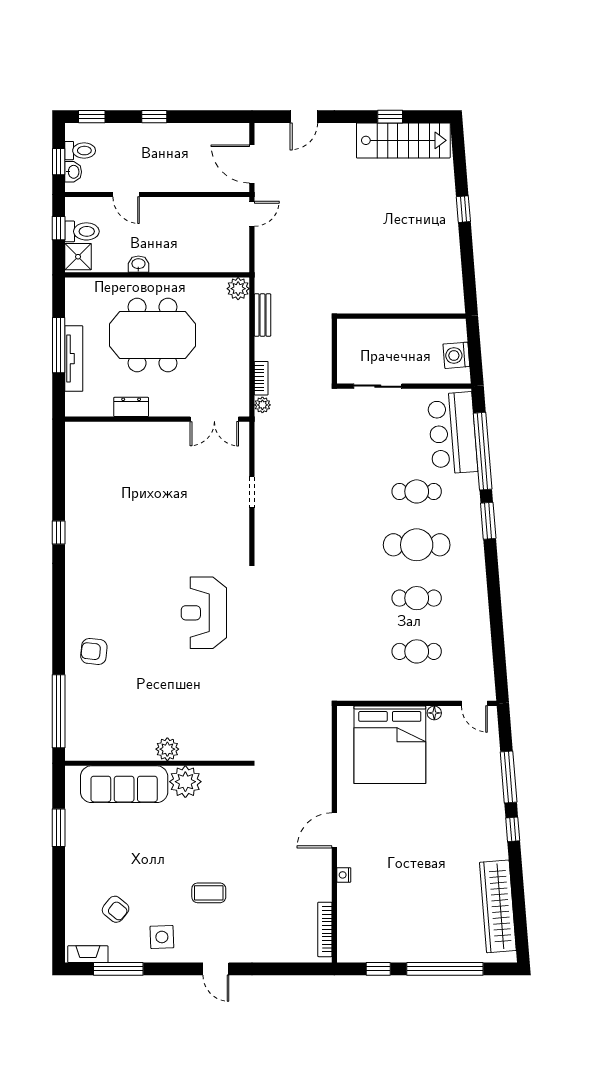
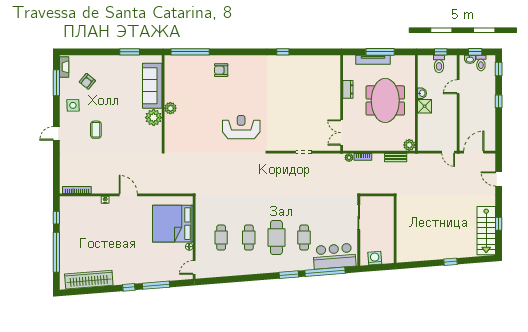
shower: (78, 257) -> (425, 106), moved
armchair: (94, 651) -> (221, 70), turned -96

